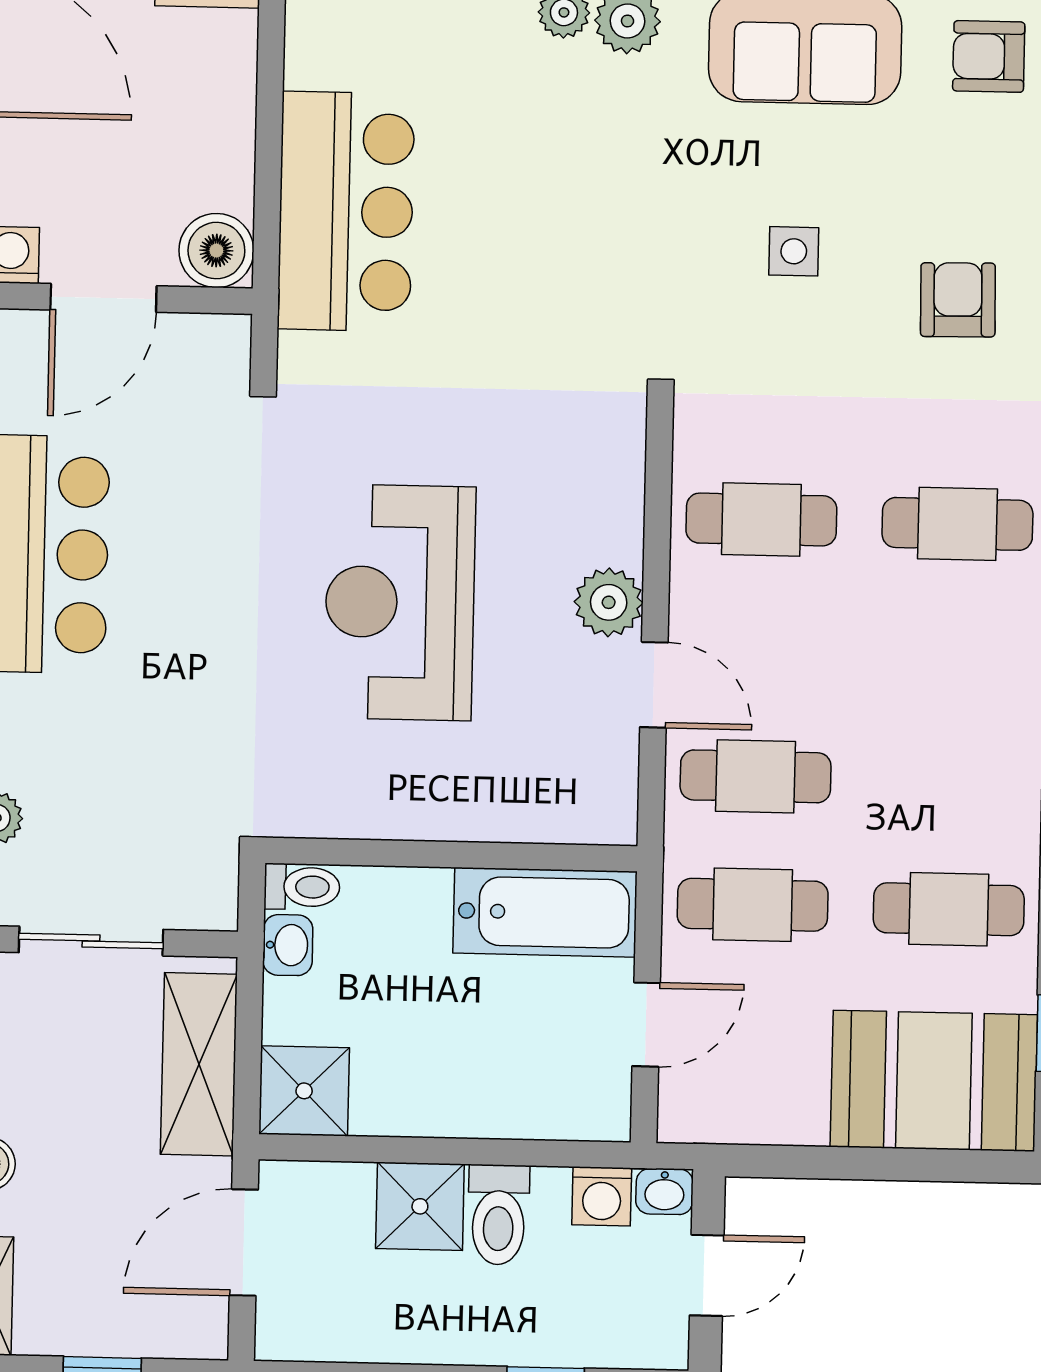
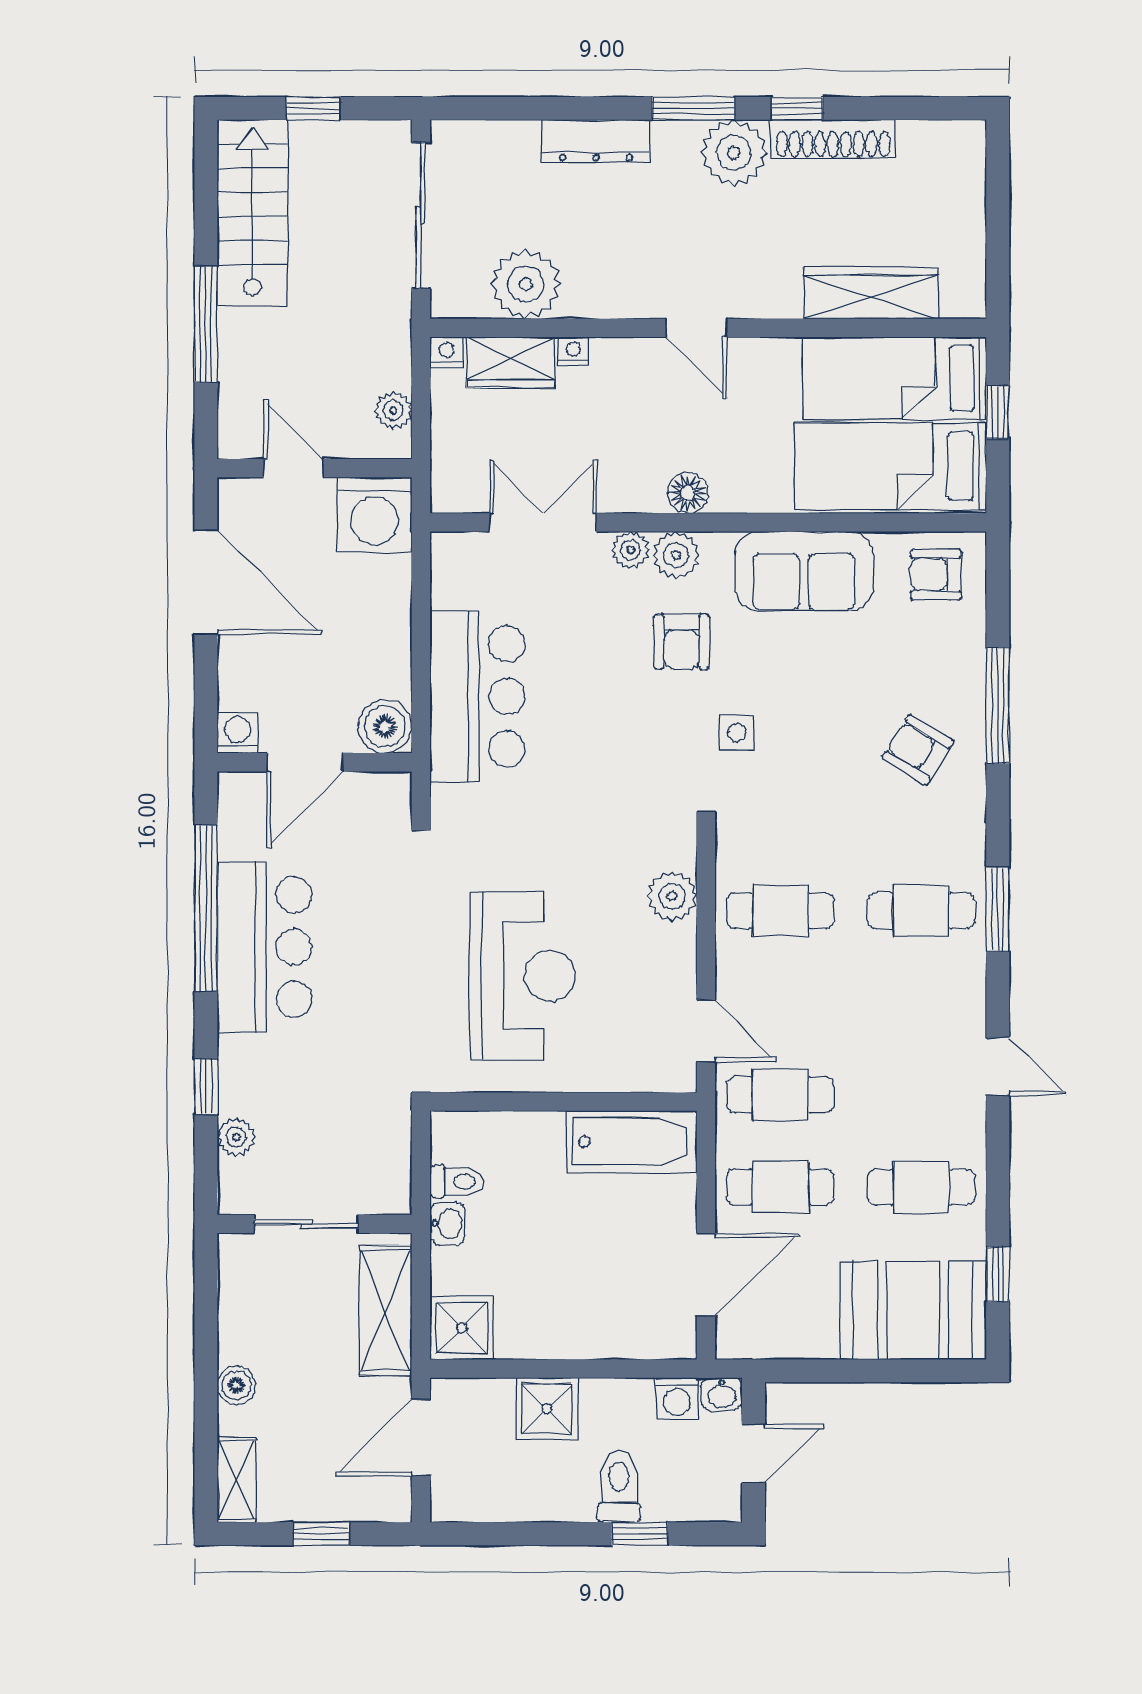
armchair: (632, 142) -> (682, 642), added
side table: (794, 251) -> (737, 733), moved
armchair: (958, 300) -> (918, 750), turned -57
reception desk: (400, 602) -> (522, 976), turned 180
plant: (609, 602) -> (672, 896), moved
wall: (451, 855) -> (563, 1102), moved
bathtub: (545, 912) -> (631, 1142), moved
door: (646, 1025) -> (706, 1275), width x1.38
toilet: (498, 1215) -> (619, 1487), moved, turned 180

